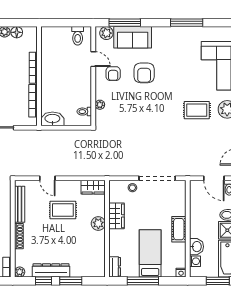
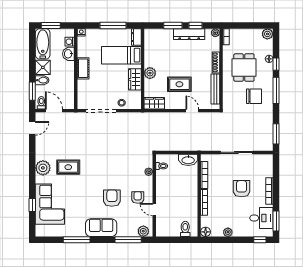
floor lamp: (17, 32) -> (206, 232), moved
toilet: (78, 36) -> (185, 229), moved
sofa: (133, 37) -> (101, 228), moved
bed: (150, 253) -> (121, 55), moved, turned 90

